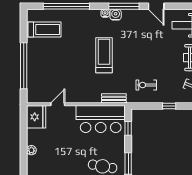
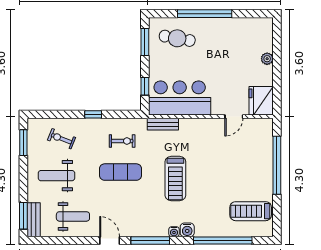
water cooler: (116, 15) -> (187, 230), moved
exercise mat: (147, 60) -> (120, 172), added

